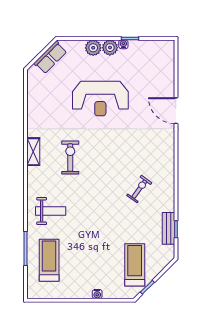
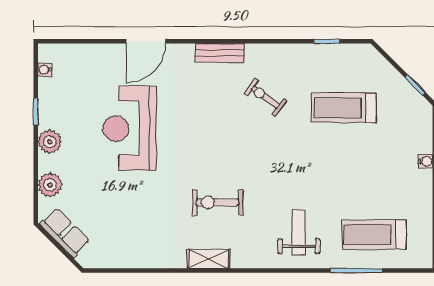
water cooler: (123, 44) -> (45, 70), moved
plant: (93, 48) -> (50, 185), moved
reception desk: (100, 99) -> (130, 128), moved, turned 180
bench: (168, 228) -> (220, 53), moved
treadmill: (135, 265) -> (344, 108), moved

